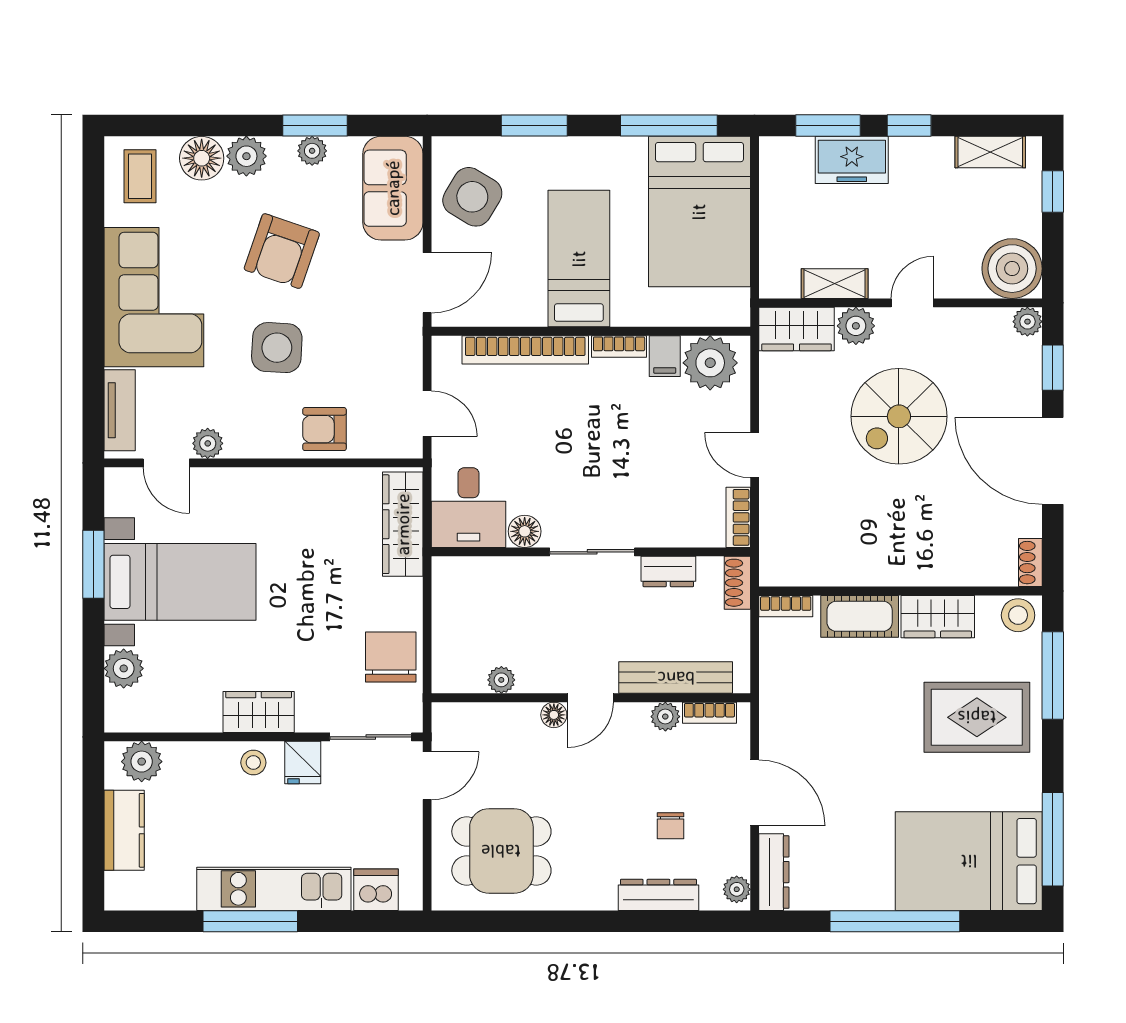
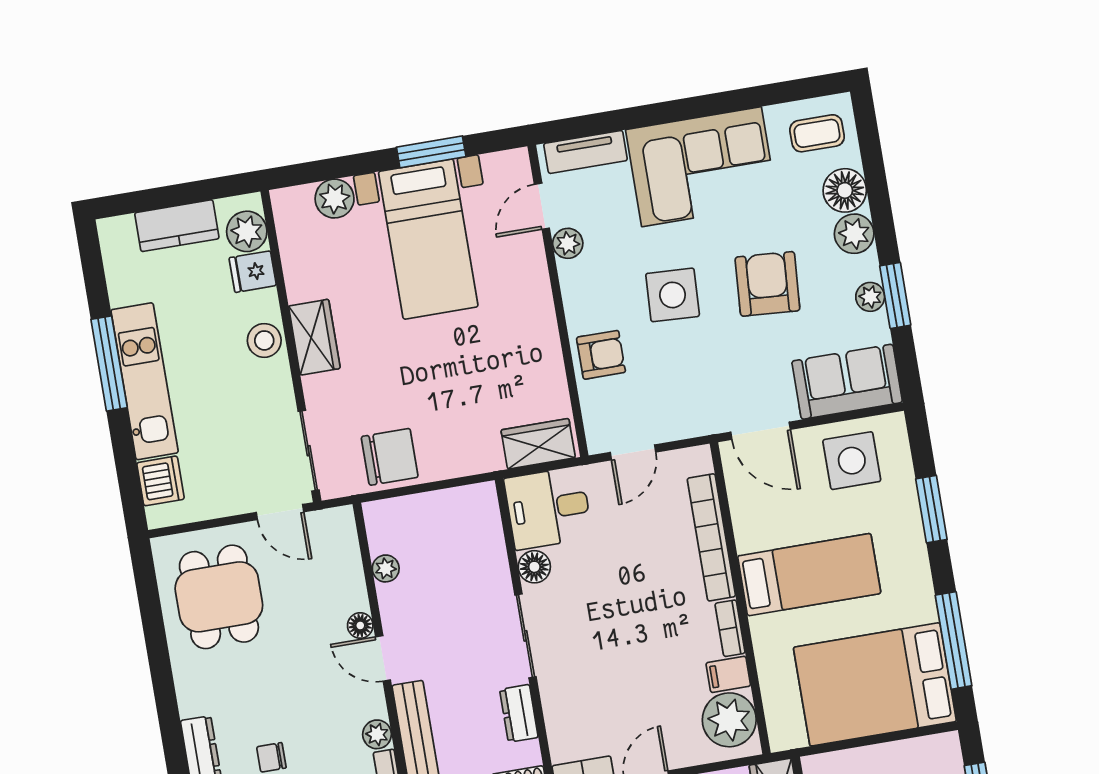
side table: (472, 197) -> (852, 461), turned -31
armchair: (282, 251) -> (767, 284), turned 75
armchair: (324, 429) -> (601, 355), turned 90
wardrobe: (403, 524) -> (538, 444), width x0.67
fridge: (303, 762) -> (253, 272), moved
stool: (253, 763) -> (264, 340), width x1.37, depth x1.37

